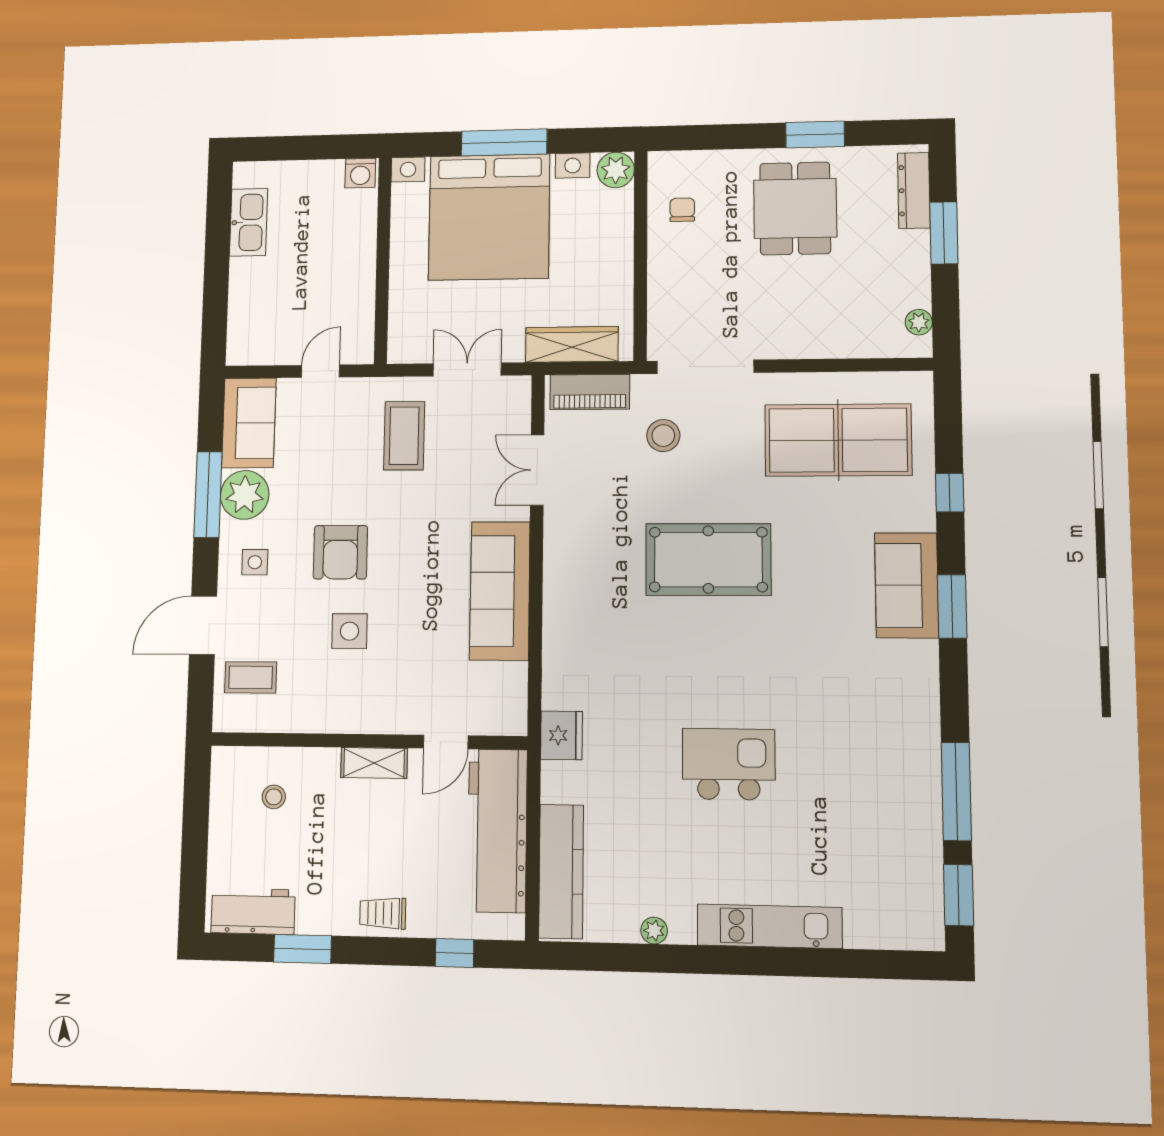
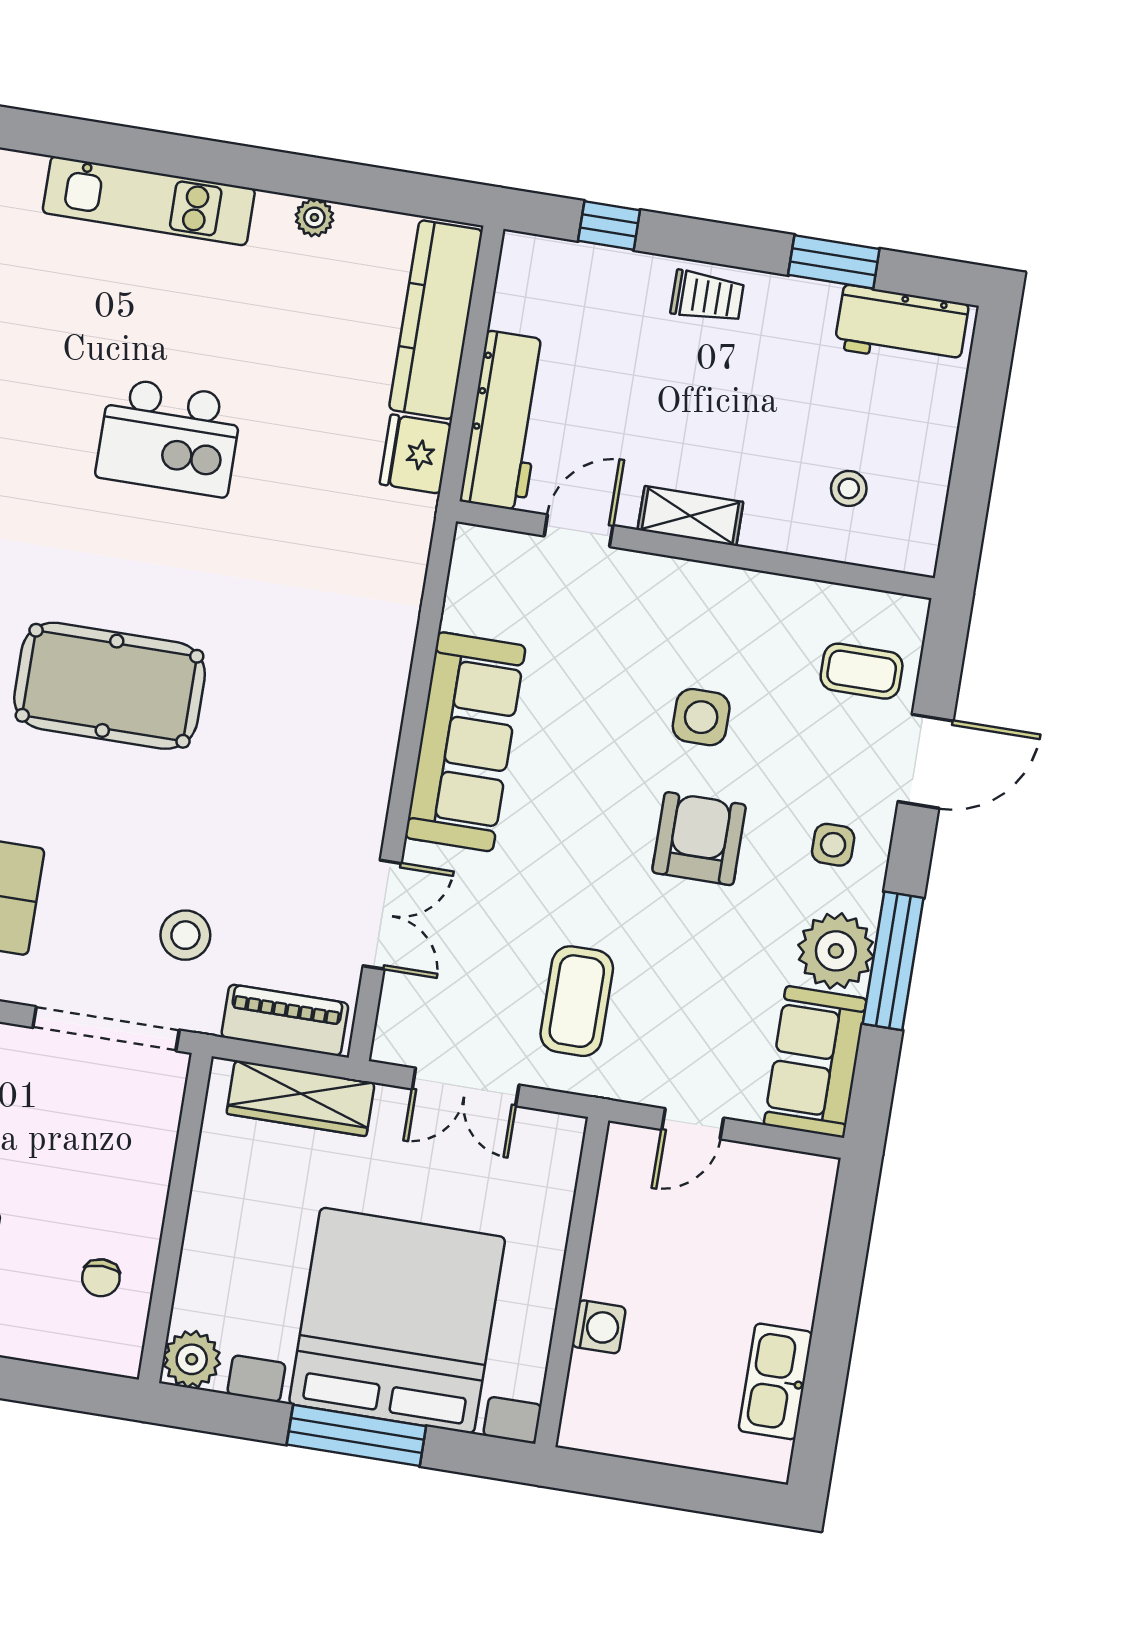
washing machine: (360, 173) -> (599, 1327), moved, turned 90
pool table: (708, 560) -> (110, 686), moved
fridge: (561, 735) -> (415, 454), moved
workbench: (497, 830) -> (505, 421), width x0.73, depth x0.76

